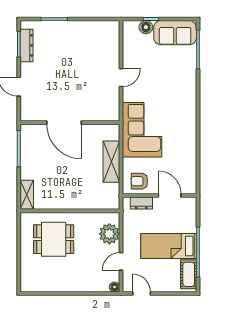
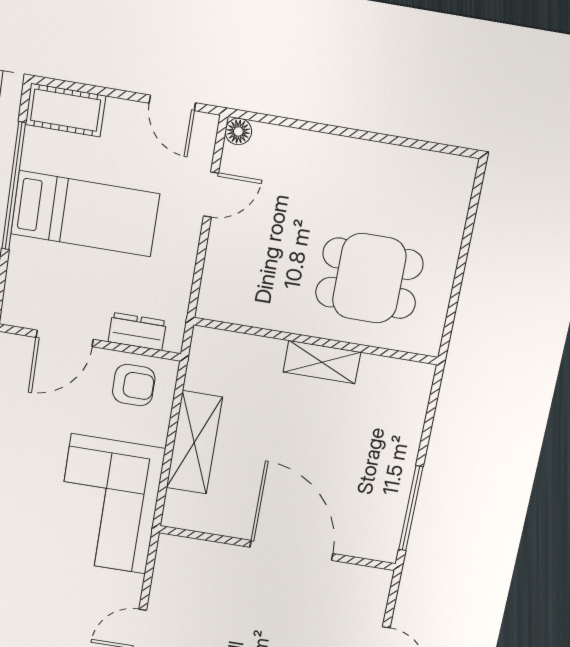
shelving: (27, 195) -> (322, 362), moved, turned 90
door: (170, 195) -> (65, 338), hinge flipped
plant: (109, 234) -> (229, 269), removed
cot: (189, 274) -> (66, 110), moved, turned 90

